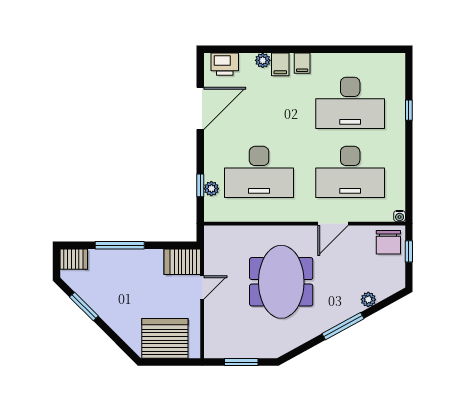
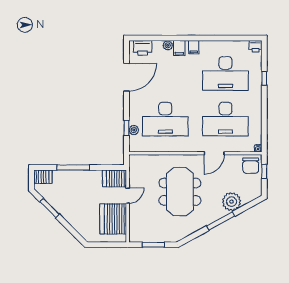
printer: (396, 62) -> (256, 46), added
plant: (368, 299) -> (232, 202), width x1.88, depth x1.88
server rack: (165, 338) -> (113, 219), moved, turned -90

